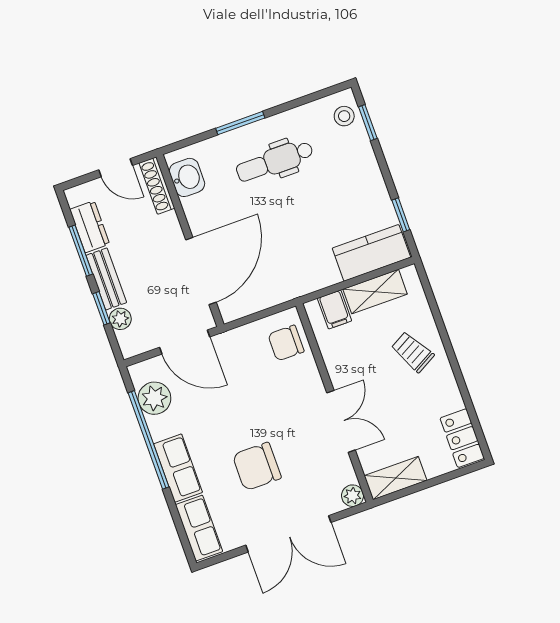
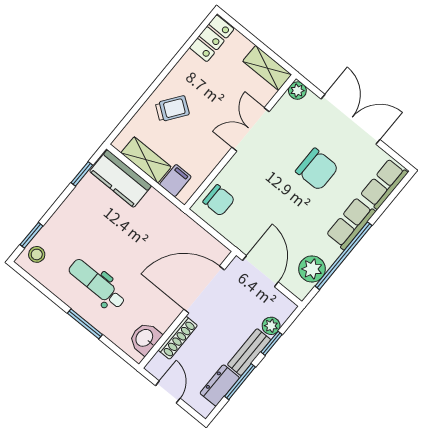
dental chair: (275, 161) -> (97, 284), turned 180
shoe rack: (157, 186) -> (178, 338), moved
trolley: (413, 352) -> (172, 109), turned -115

